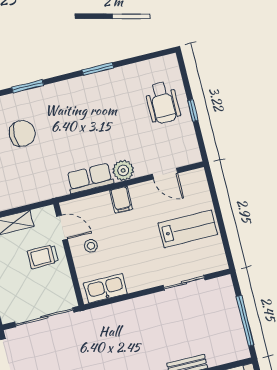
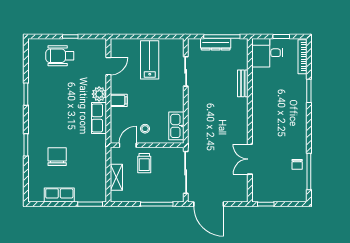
wheelchair: (163, 103) -> (60, 56), turned 180
dresser: (232, 315) -> (216, 44), added

